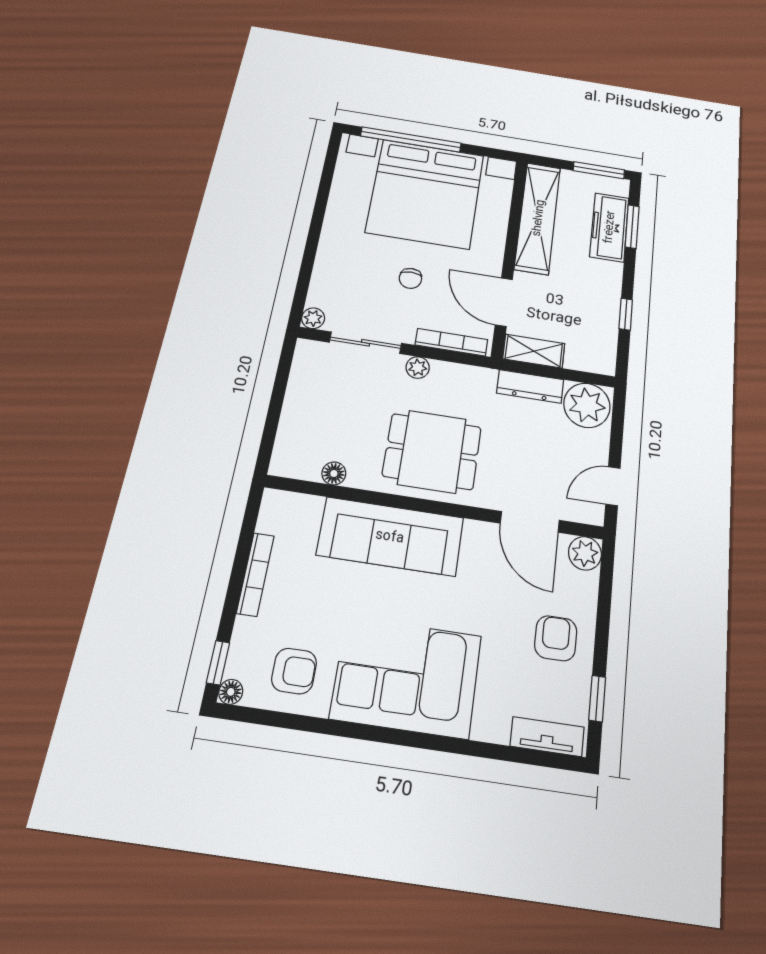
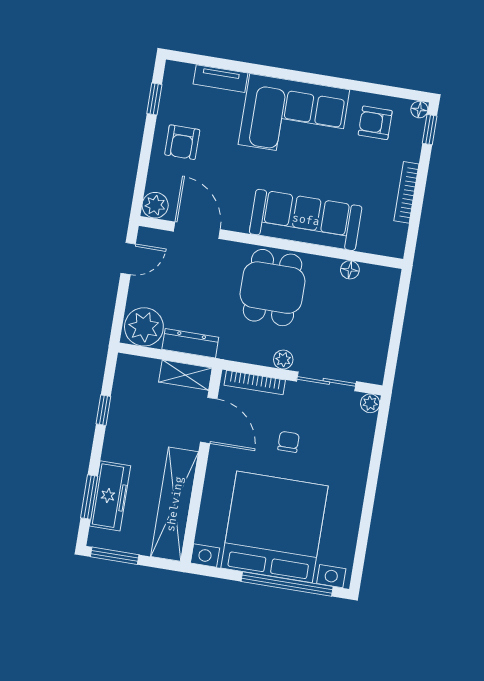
dining table: (432, 451) -> (273, 288), turned 90
tv unit: (547, 737) -> (221, 79), moved

